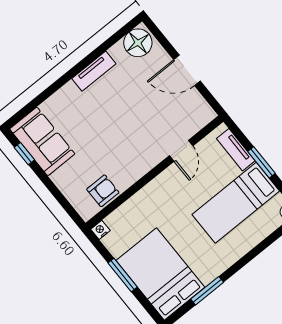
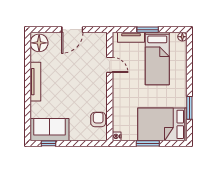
tv unit: (94, 71) -> (35, 82), width x1.41

